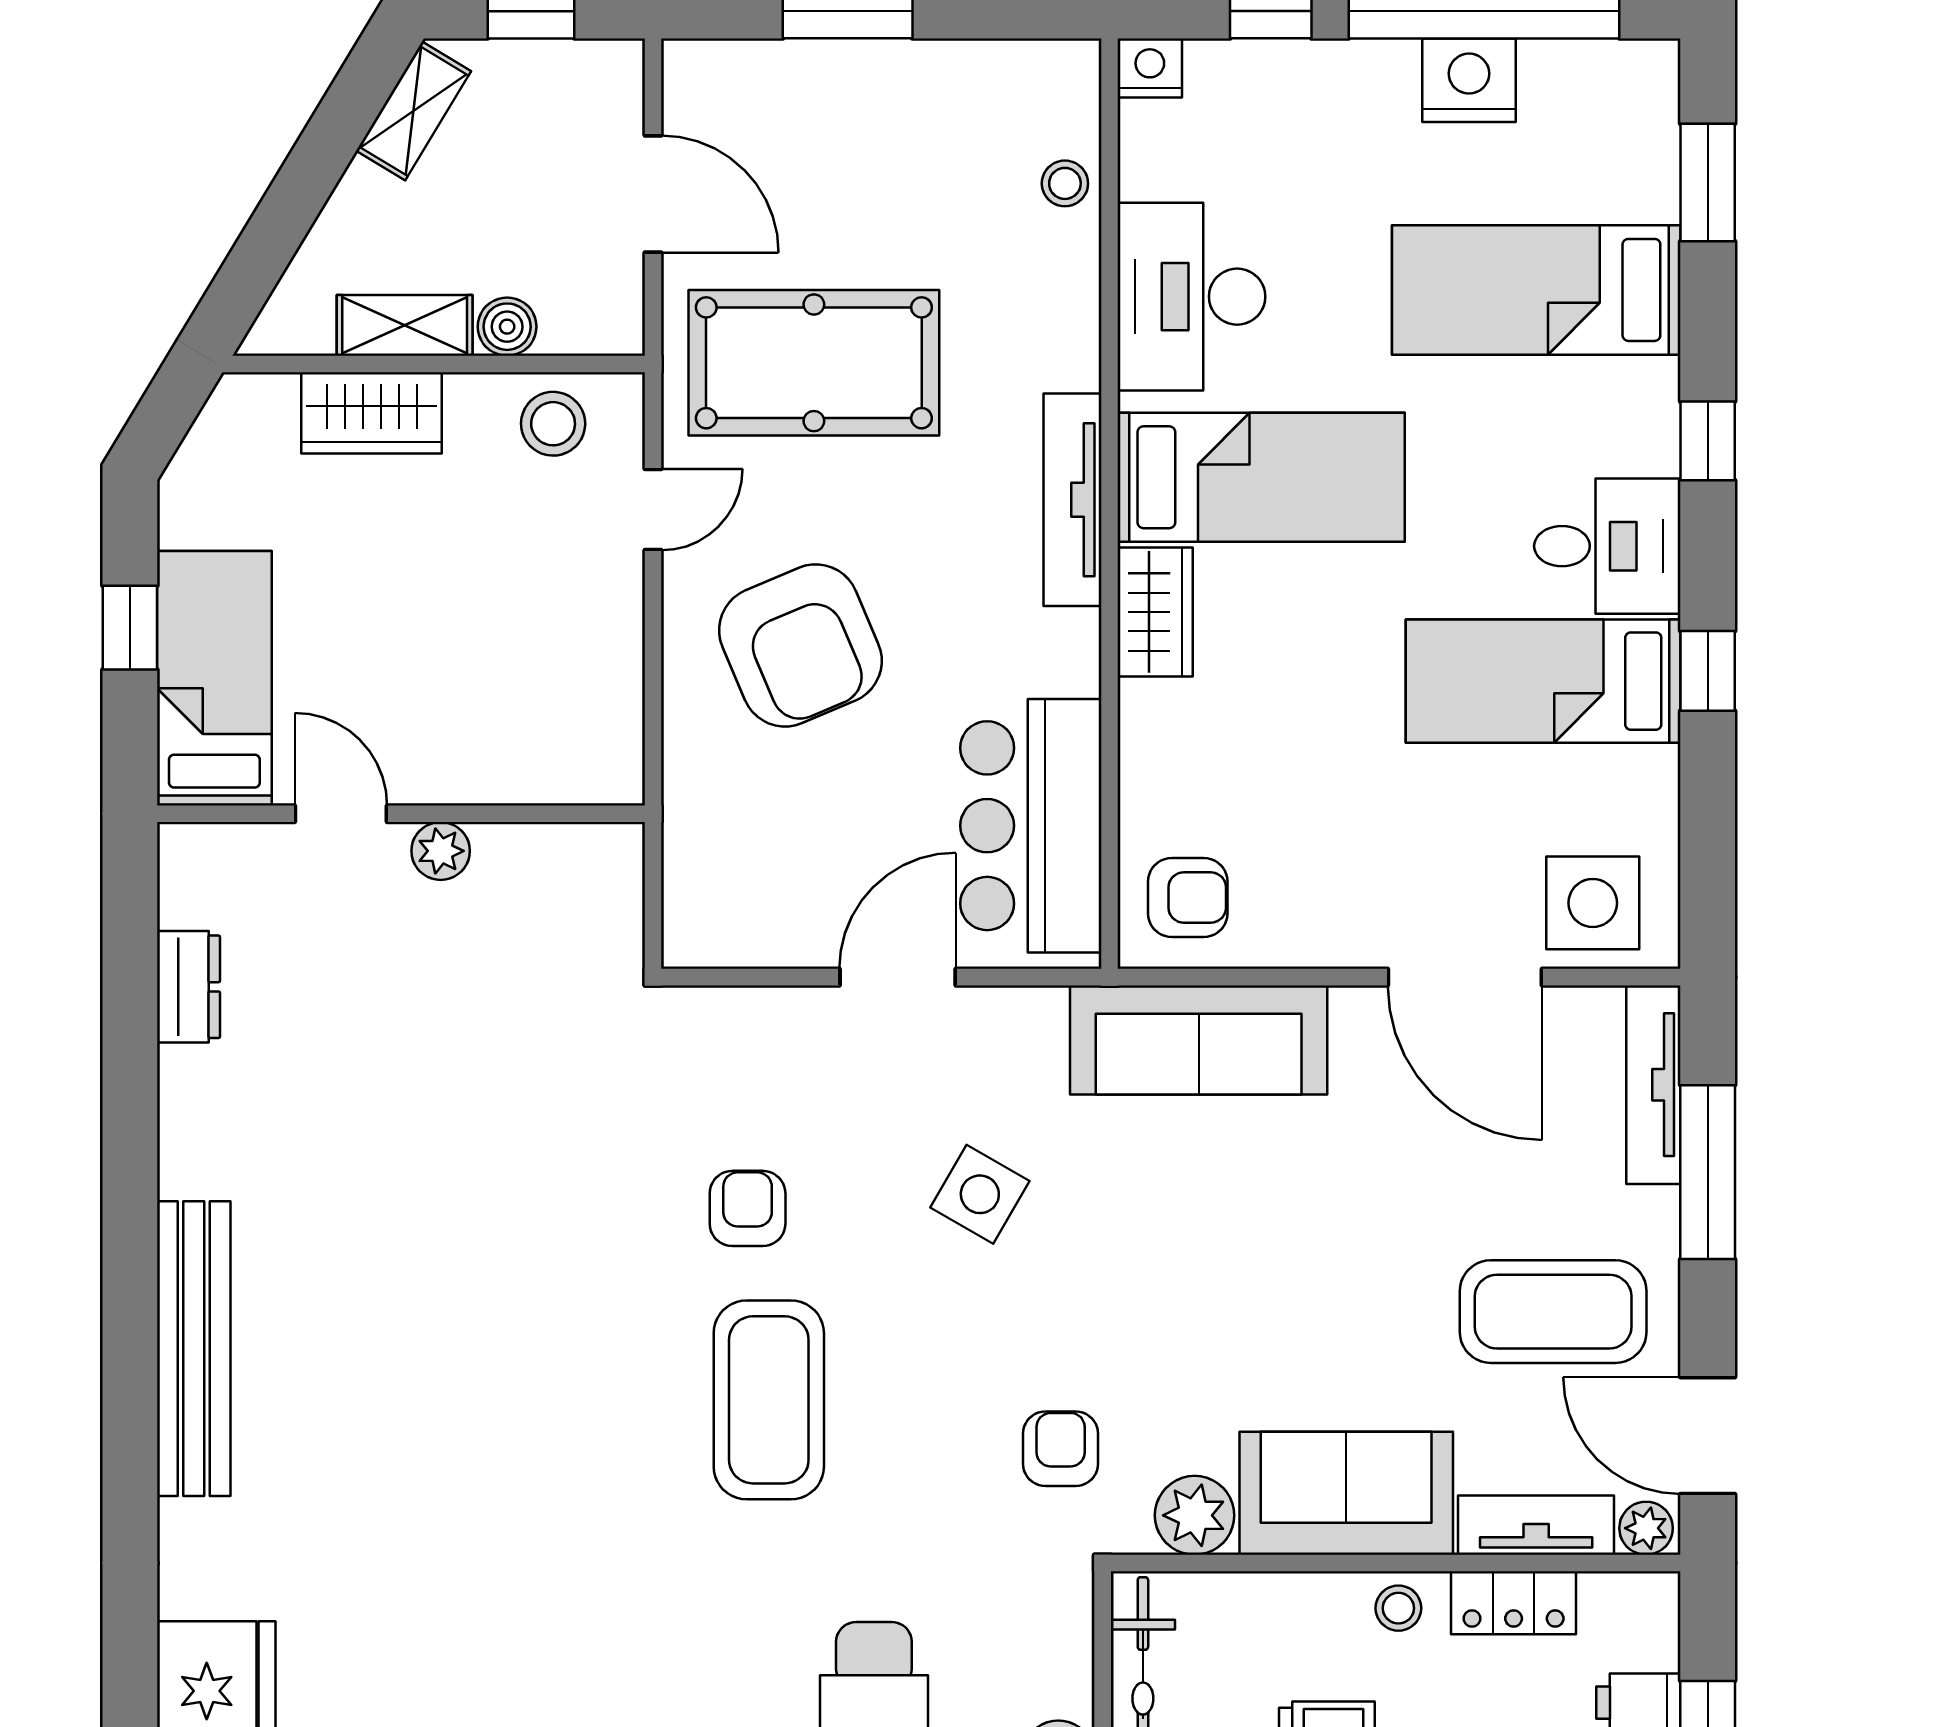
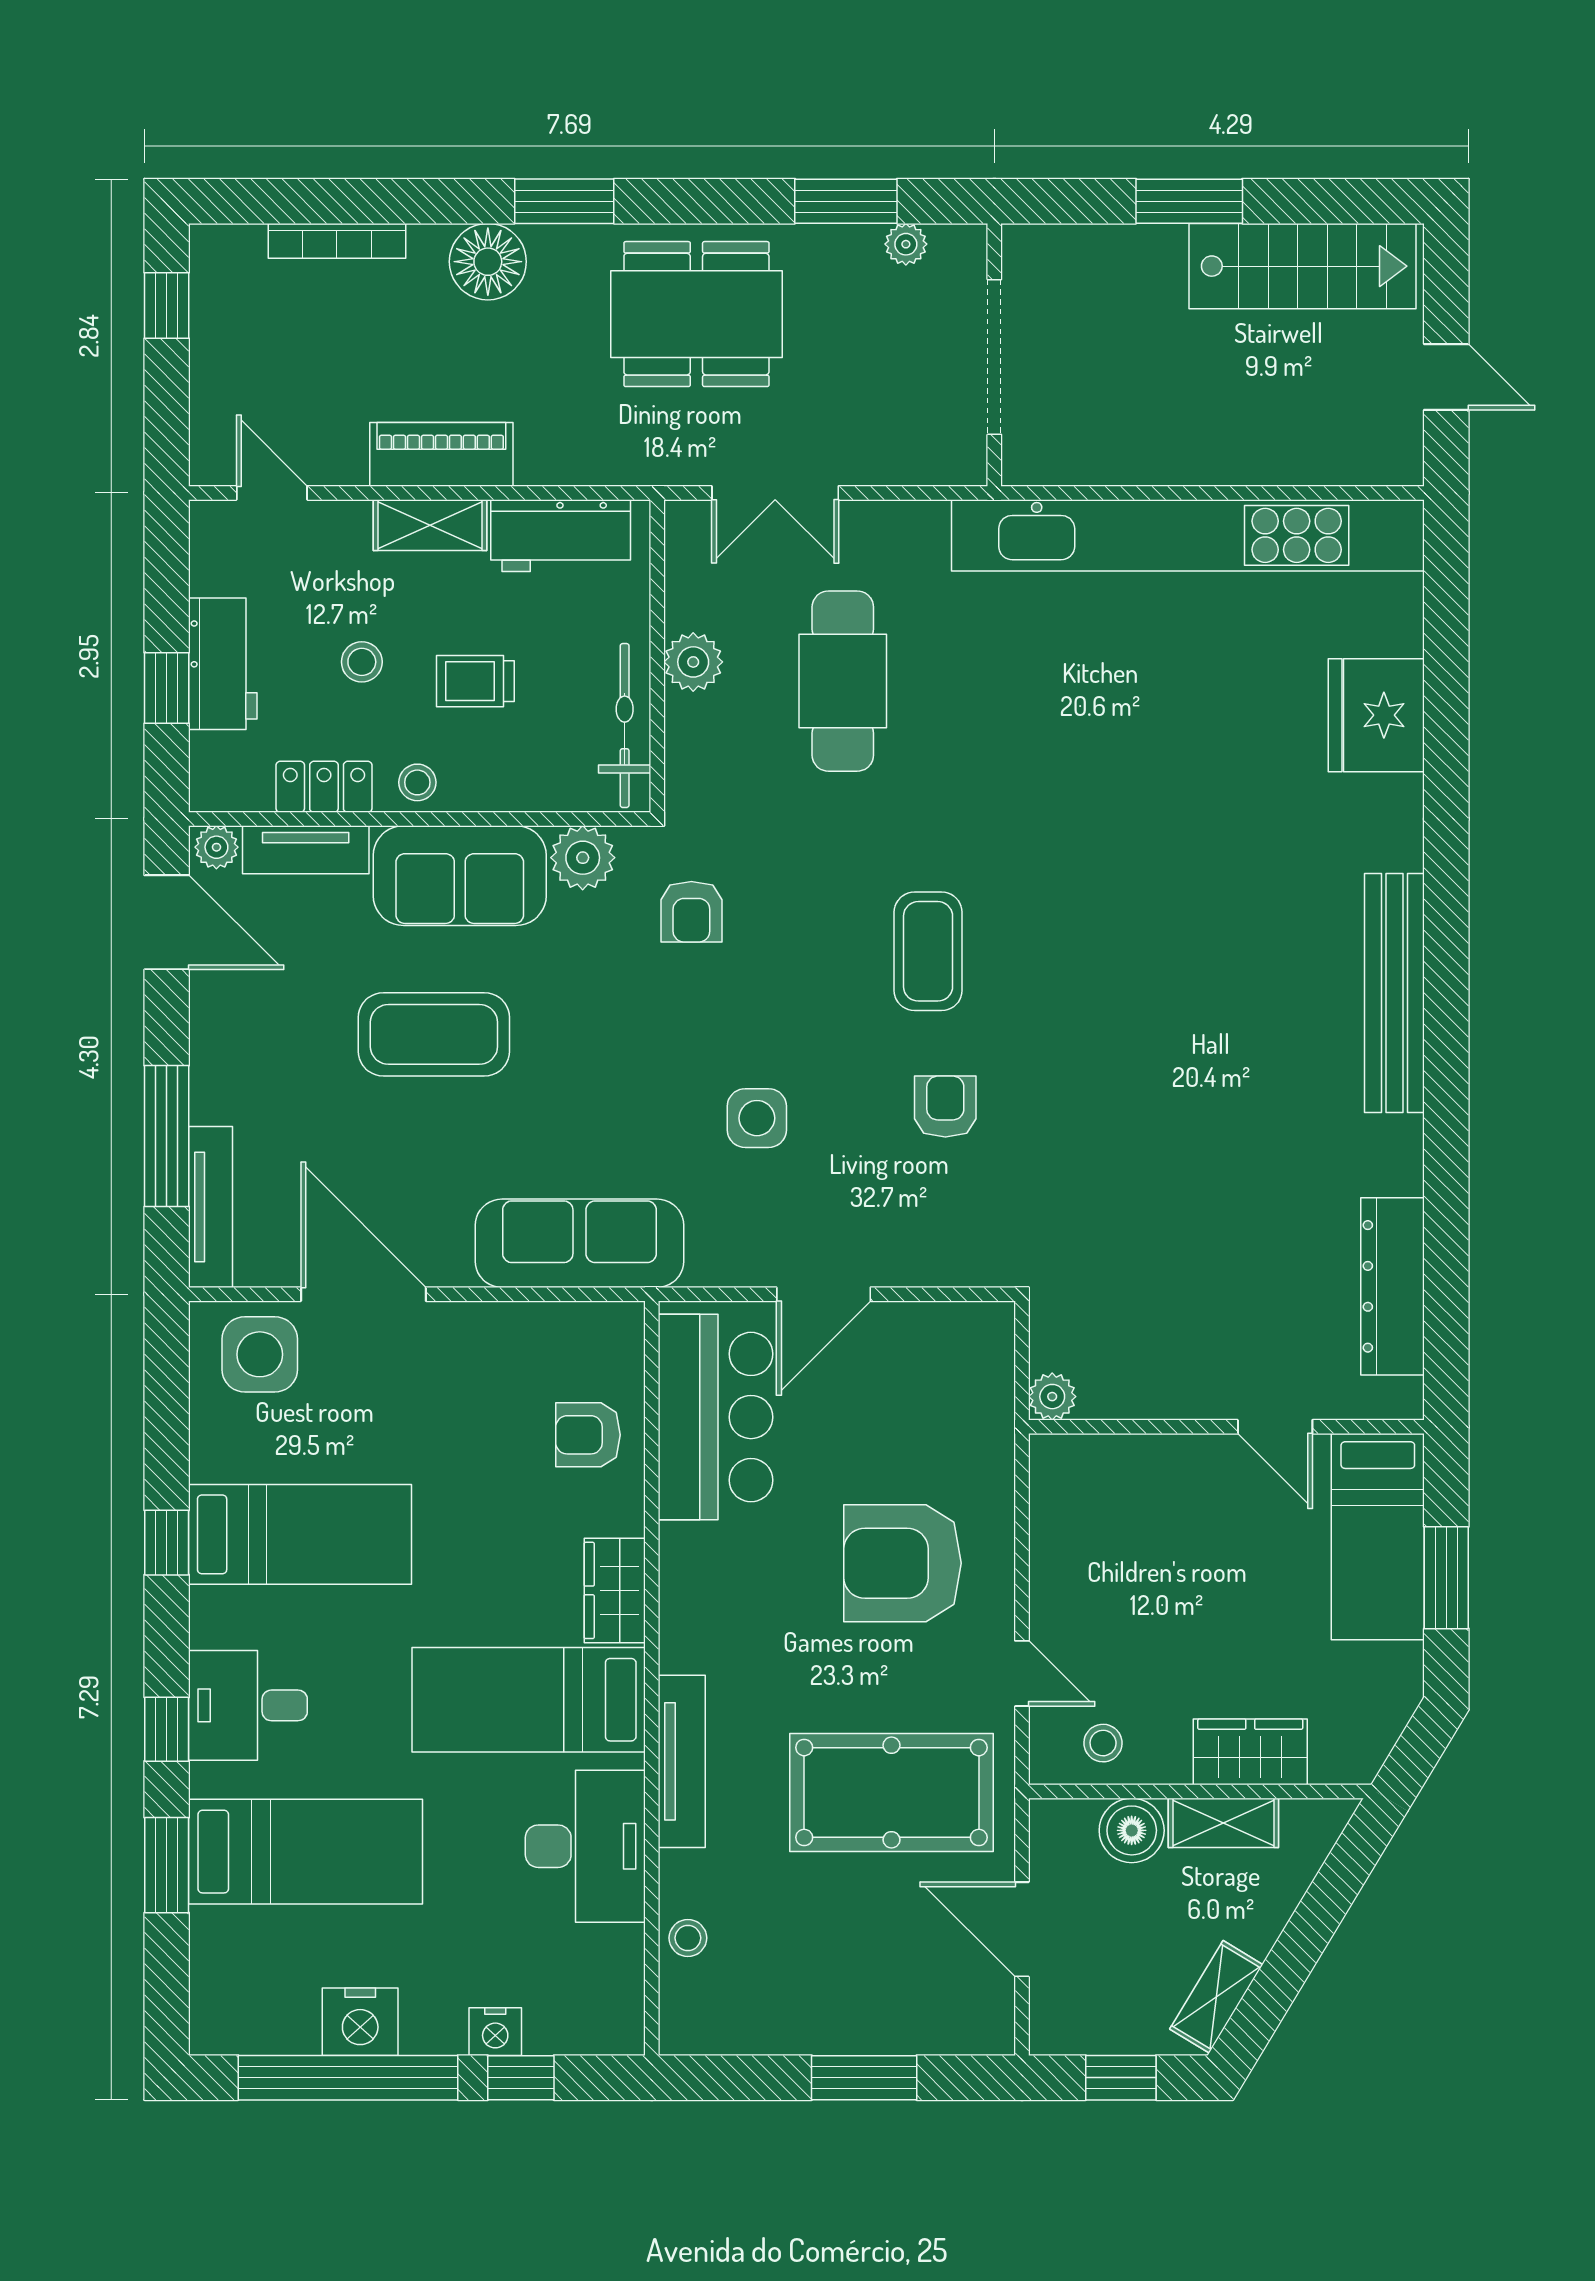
nightstand: (1150, 68) -> (495, 2032), moved
window: (1708, 183) -> (167, 1865), moved
boiler: (507, 327) -> (1132, 1830), width x1.36, depth x1.36
stool: (553, 424) -> (1103, 1743), width x0.73, depth x0.73
tv unit: (1072, 500) -> (682, 1761), moved
door: (653, 510) -> (1022, 1673), swing flipped
desk: (1607, 546) -> (248, 1705), moved
window: (130, 628) -> (1446, 1578), width x1.50
armchair: (800, 645) -> (902, 1563), turned -67
plant: (441, 851) -> (1052, 1397), moved
armchair: (1188, 898) -> (588, 1435), moved
dresser: (188, 987) -> (1393, 1286), width x1.96, depth x1.24
side table: (980, 1194) -> (757, 1118), turned -30
armchair: (748, 1208) -> (945, 1107), turned 180
coffee table: (1553, 1312) -> (434, 1034), moved
coffee table: (769, 1400) -> (928, 951), width x0.73, depth x0.76

